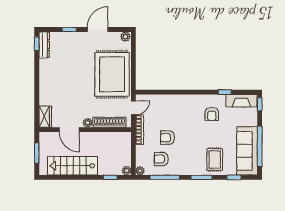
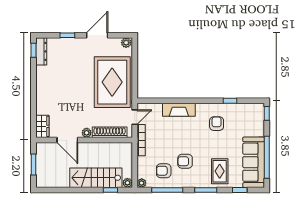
fireplace: (241, 101) -> (179, 110), moved
armchair: (212, 114) -> (217, 124), turned 180
armchair: (168, 138) -> (185, 161), moved
stairs: (72, 166) -> (96, 178), moved

